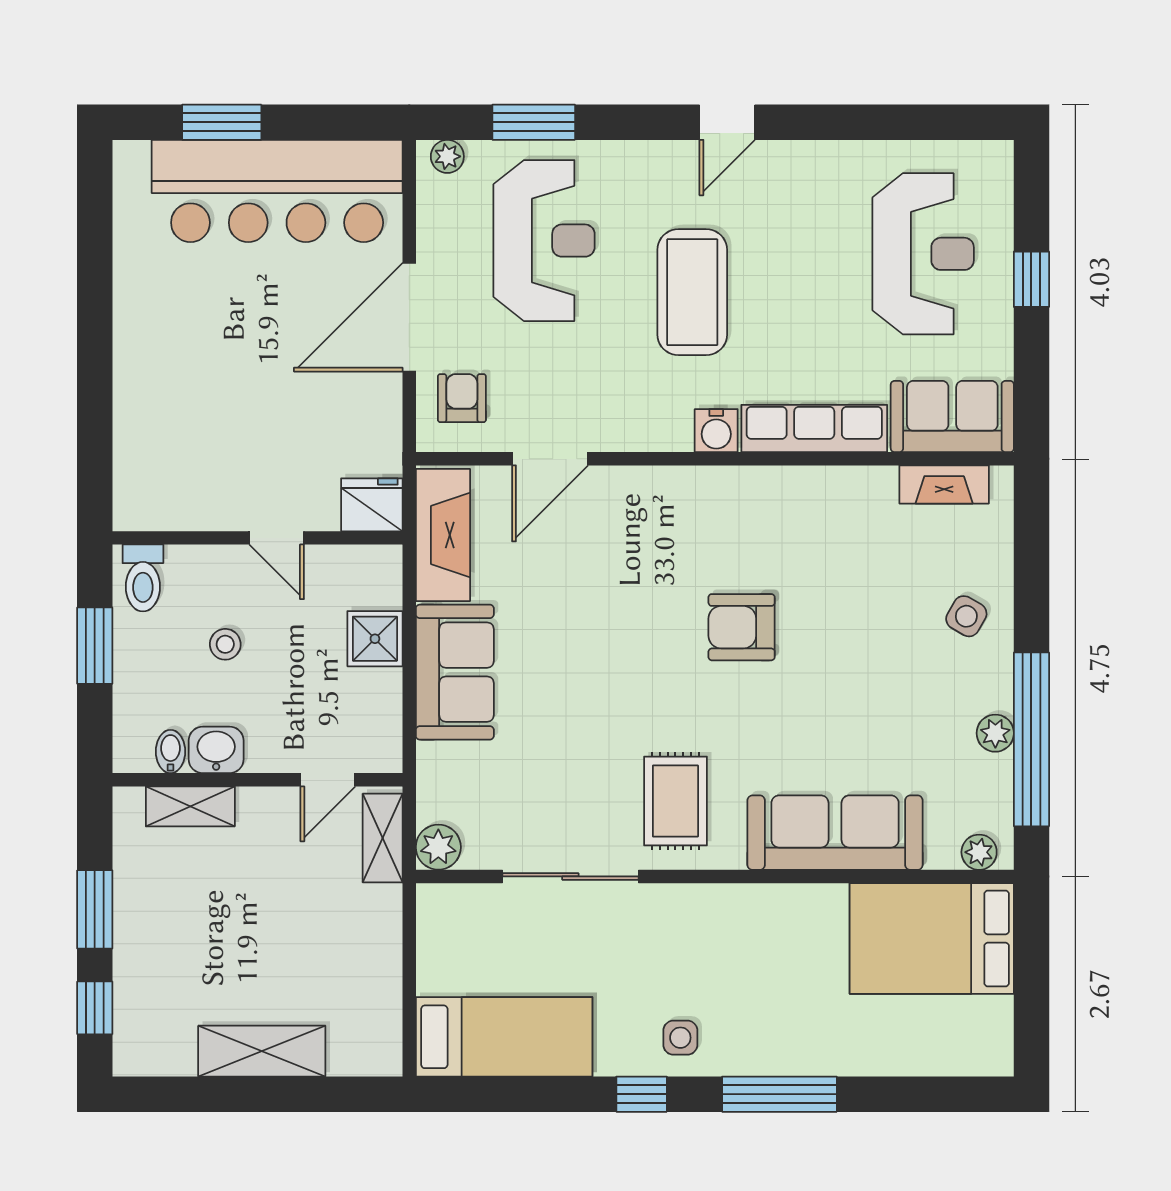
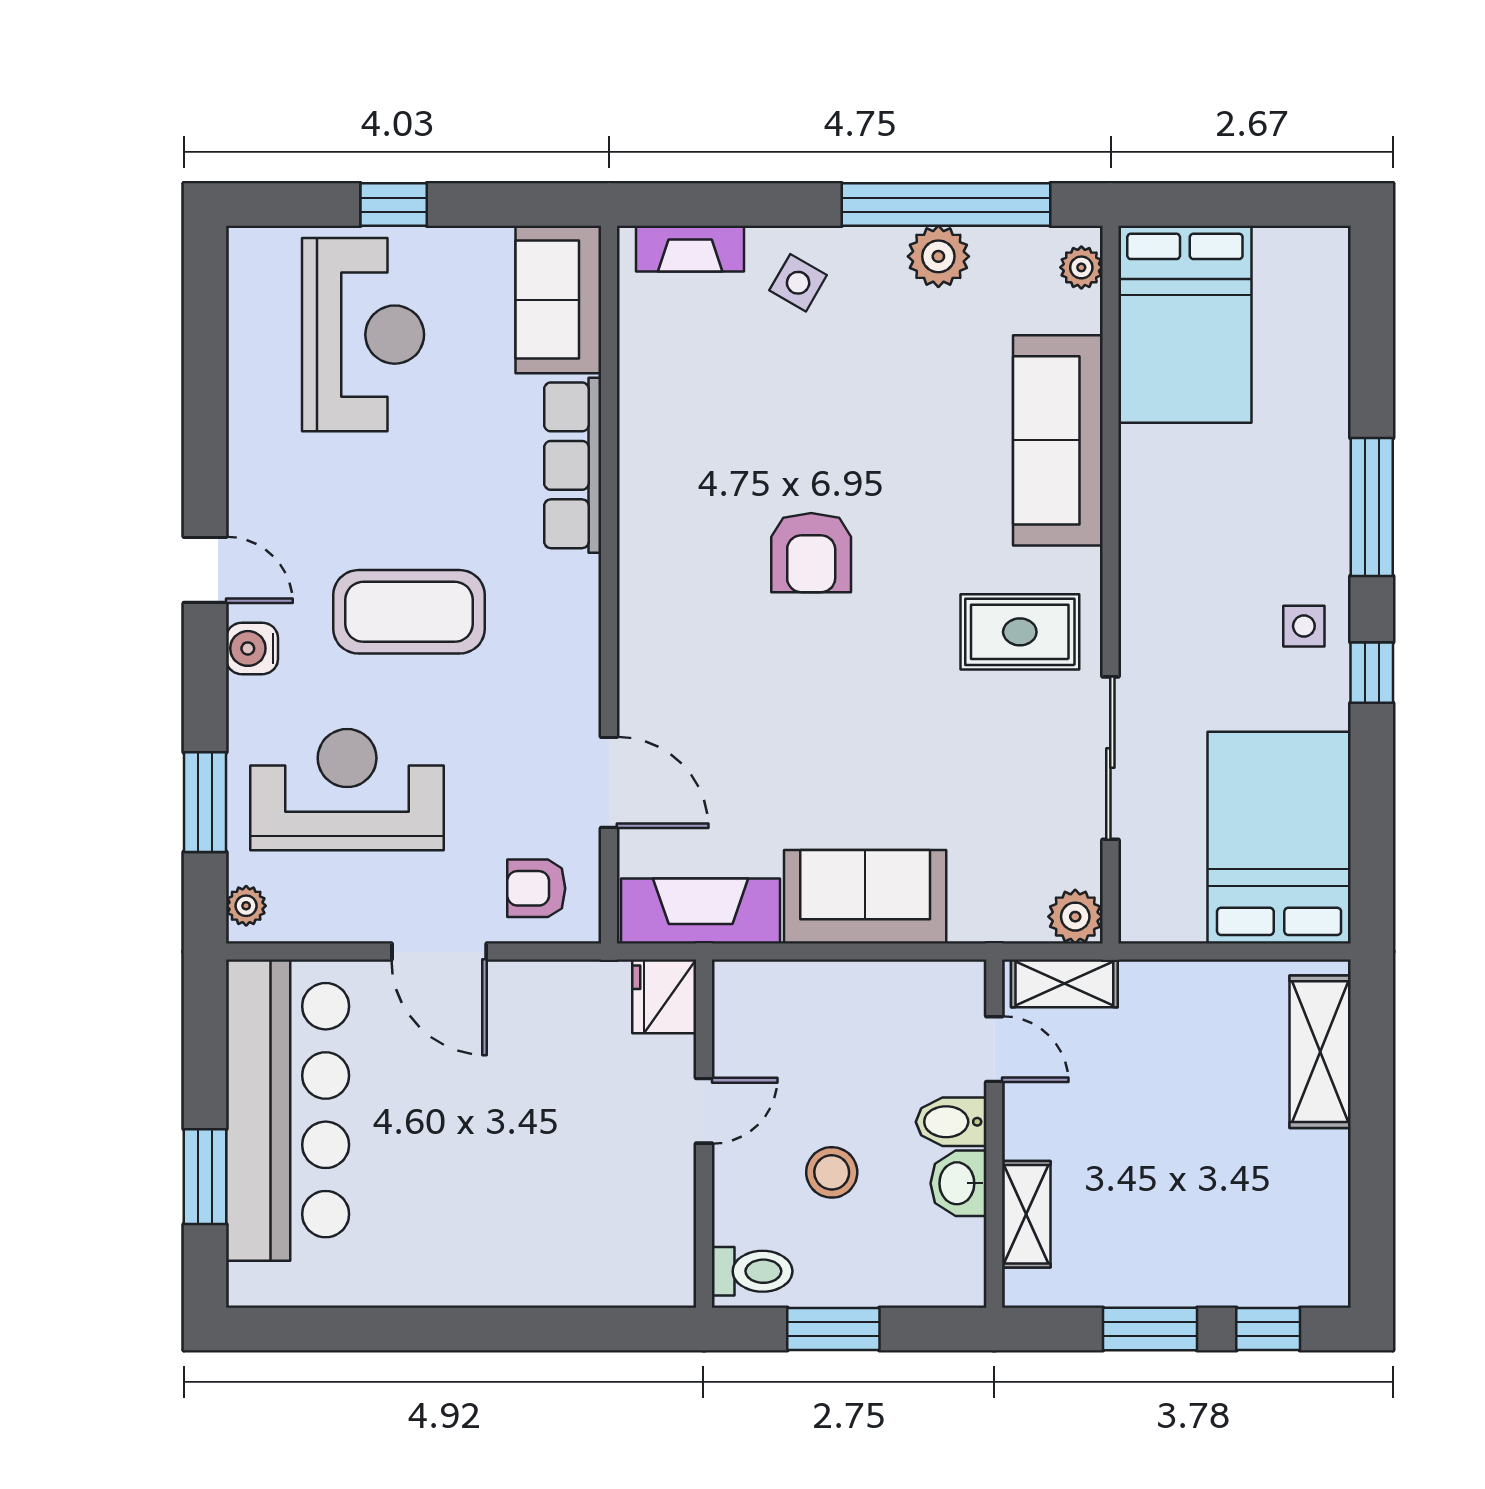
reception desk: (923, 254) -> (363, 335), turned 90
door: (409, 317) -> (439, 952), width x0.73
water cooler: (716, 431) -> (252, 648), moved, turned 180
fireplace: (944, 484) -> (690, 249), moved, turned 90
shower: (375, 639) -> (825, 993), removed
stool: (225, 644) -> (832, 1172), width x1.37, depth x1.37
plant: (995, 733) -> (938, 256), width x1.38, depth x1.38
bidet: (170, 752) -> (951, 1122), moved, width x1.38, depth x1.36
bed: (504, 1037) -> (1279, 838), width x1.50
shelving: (262, 1051) -> (1320, 1052), moved

